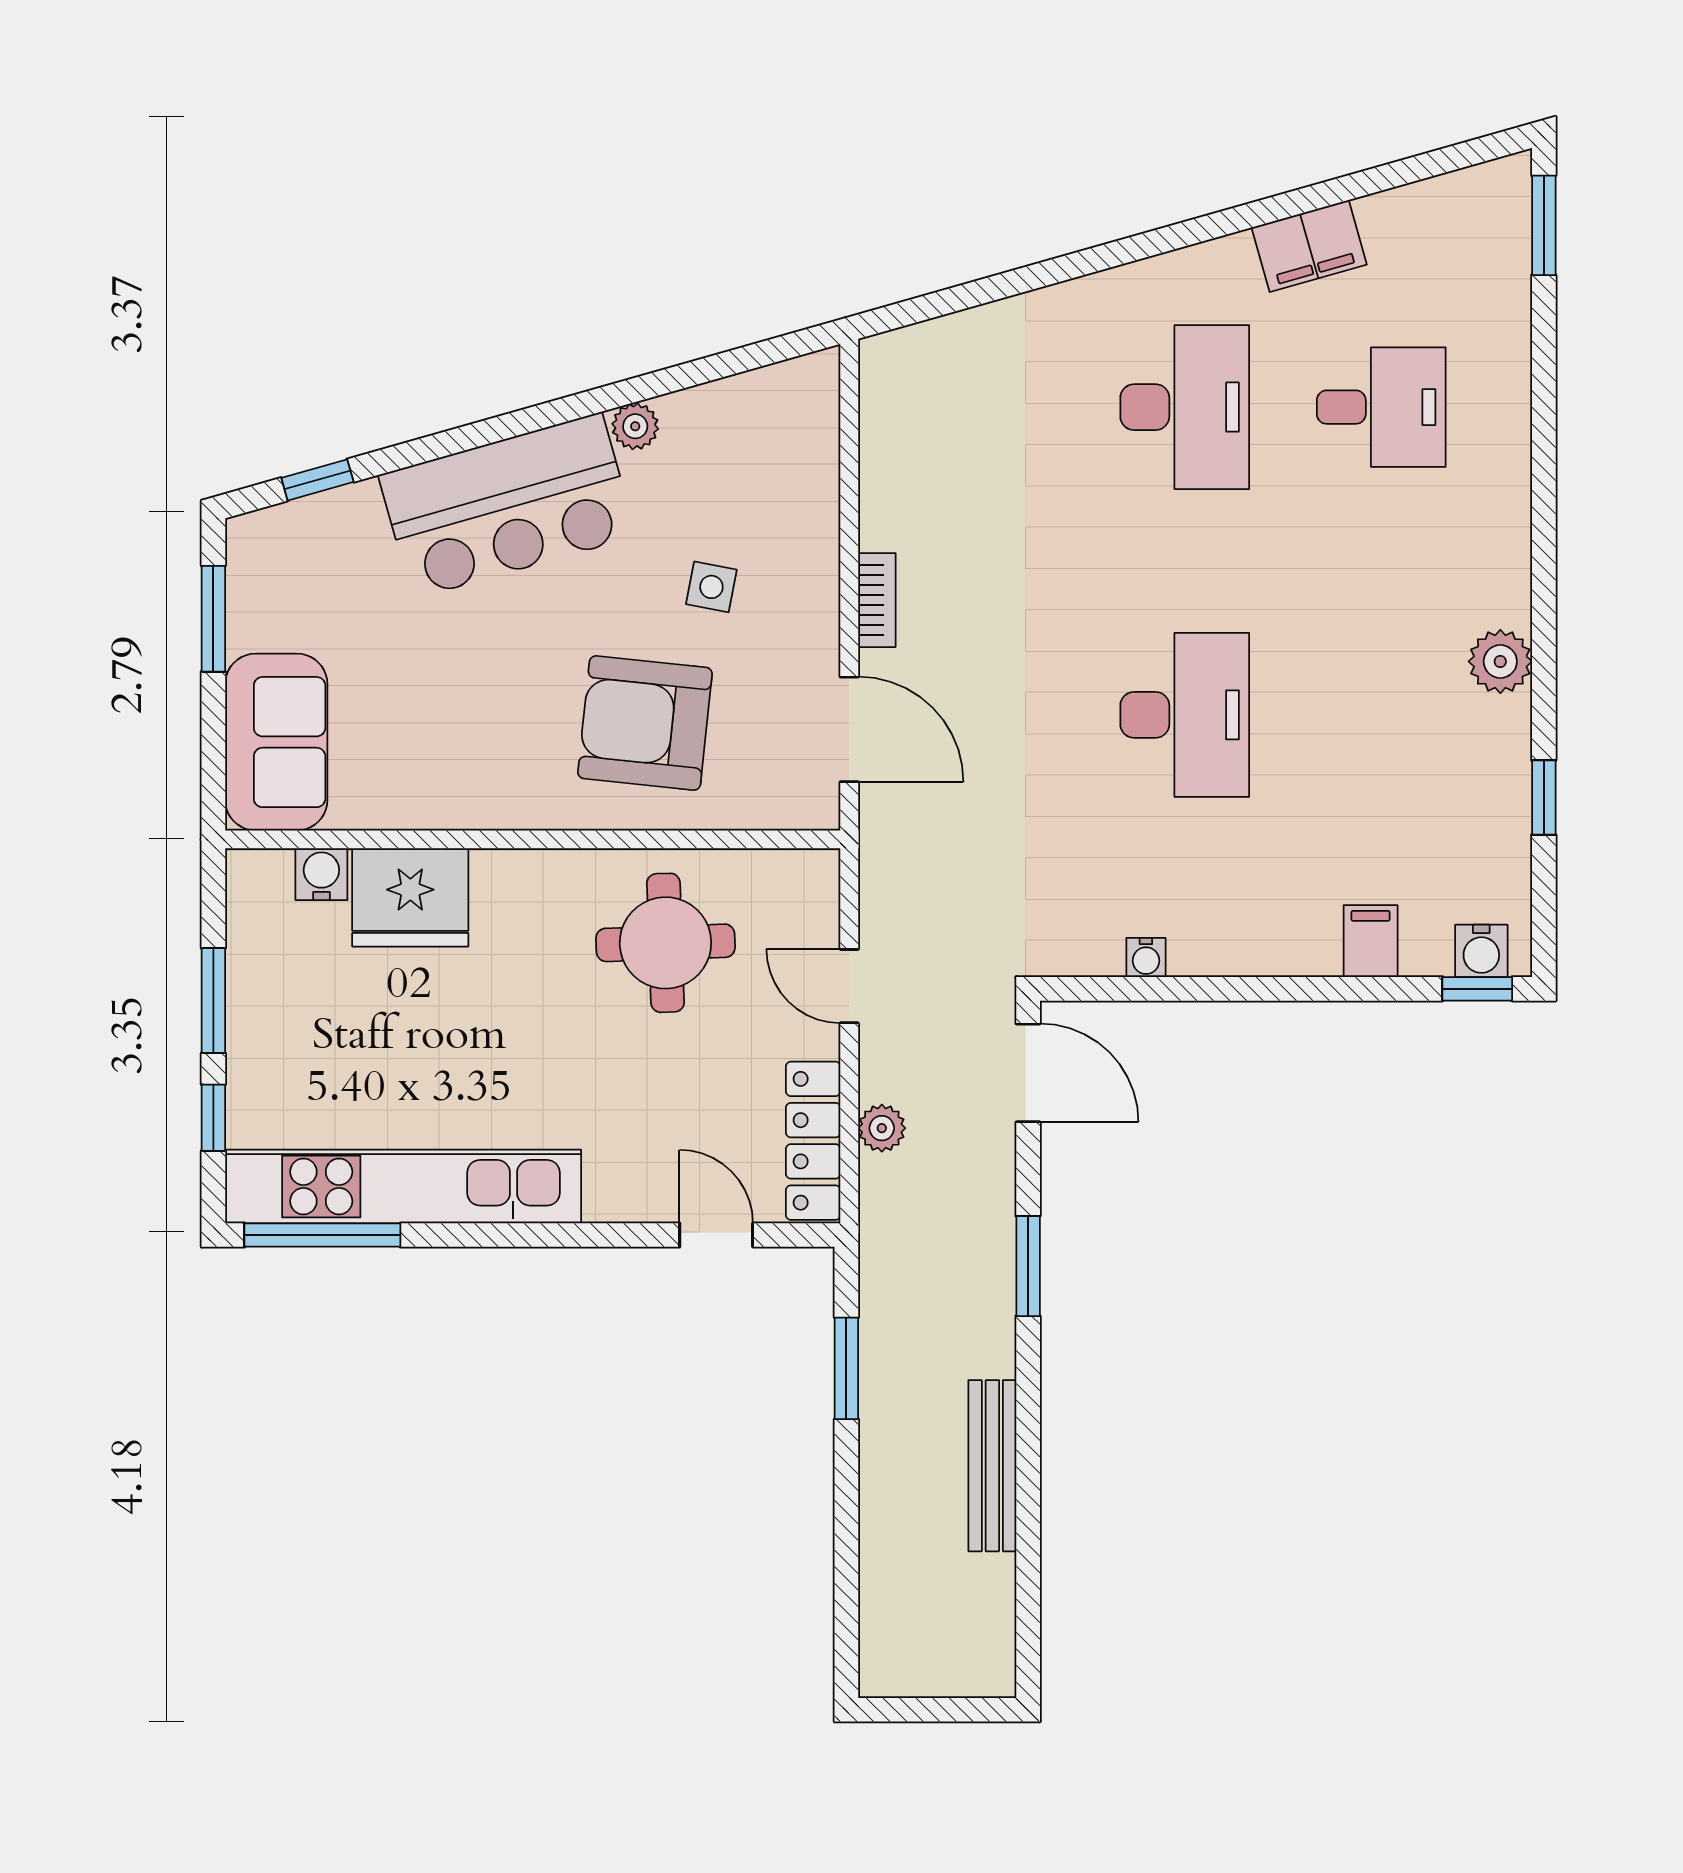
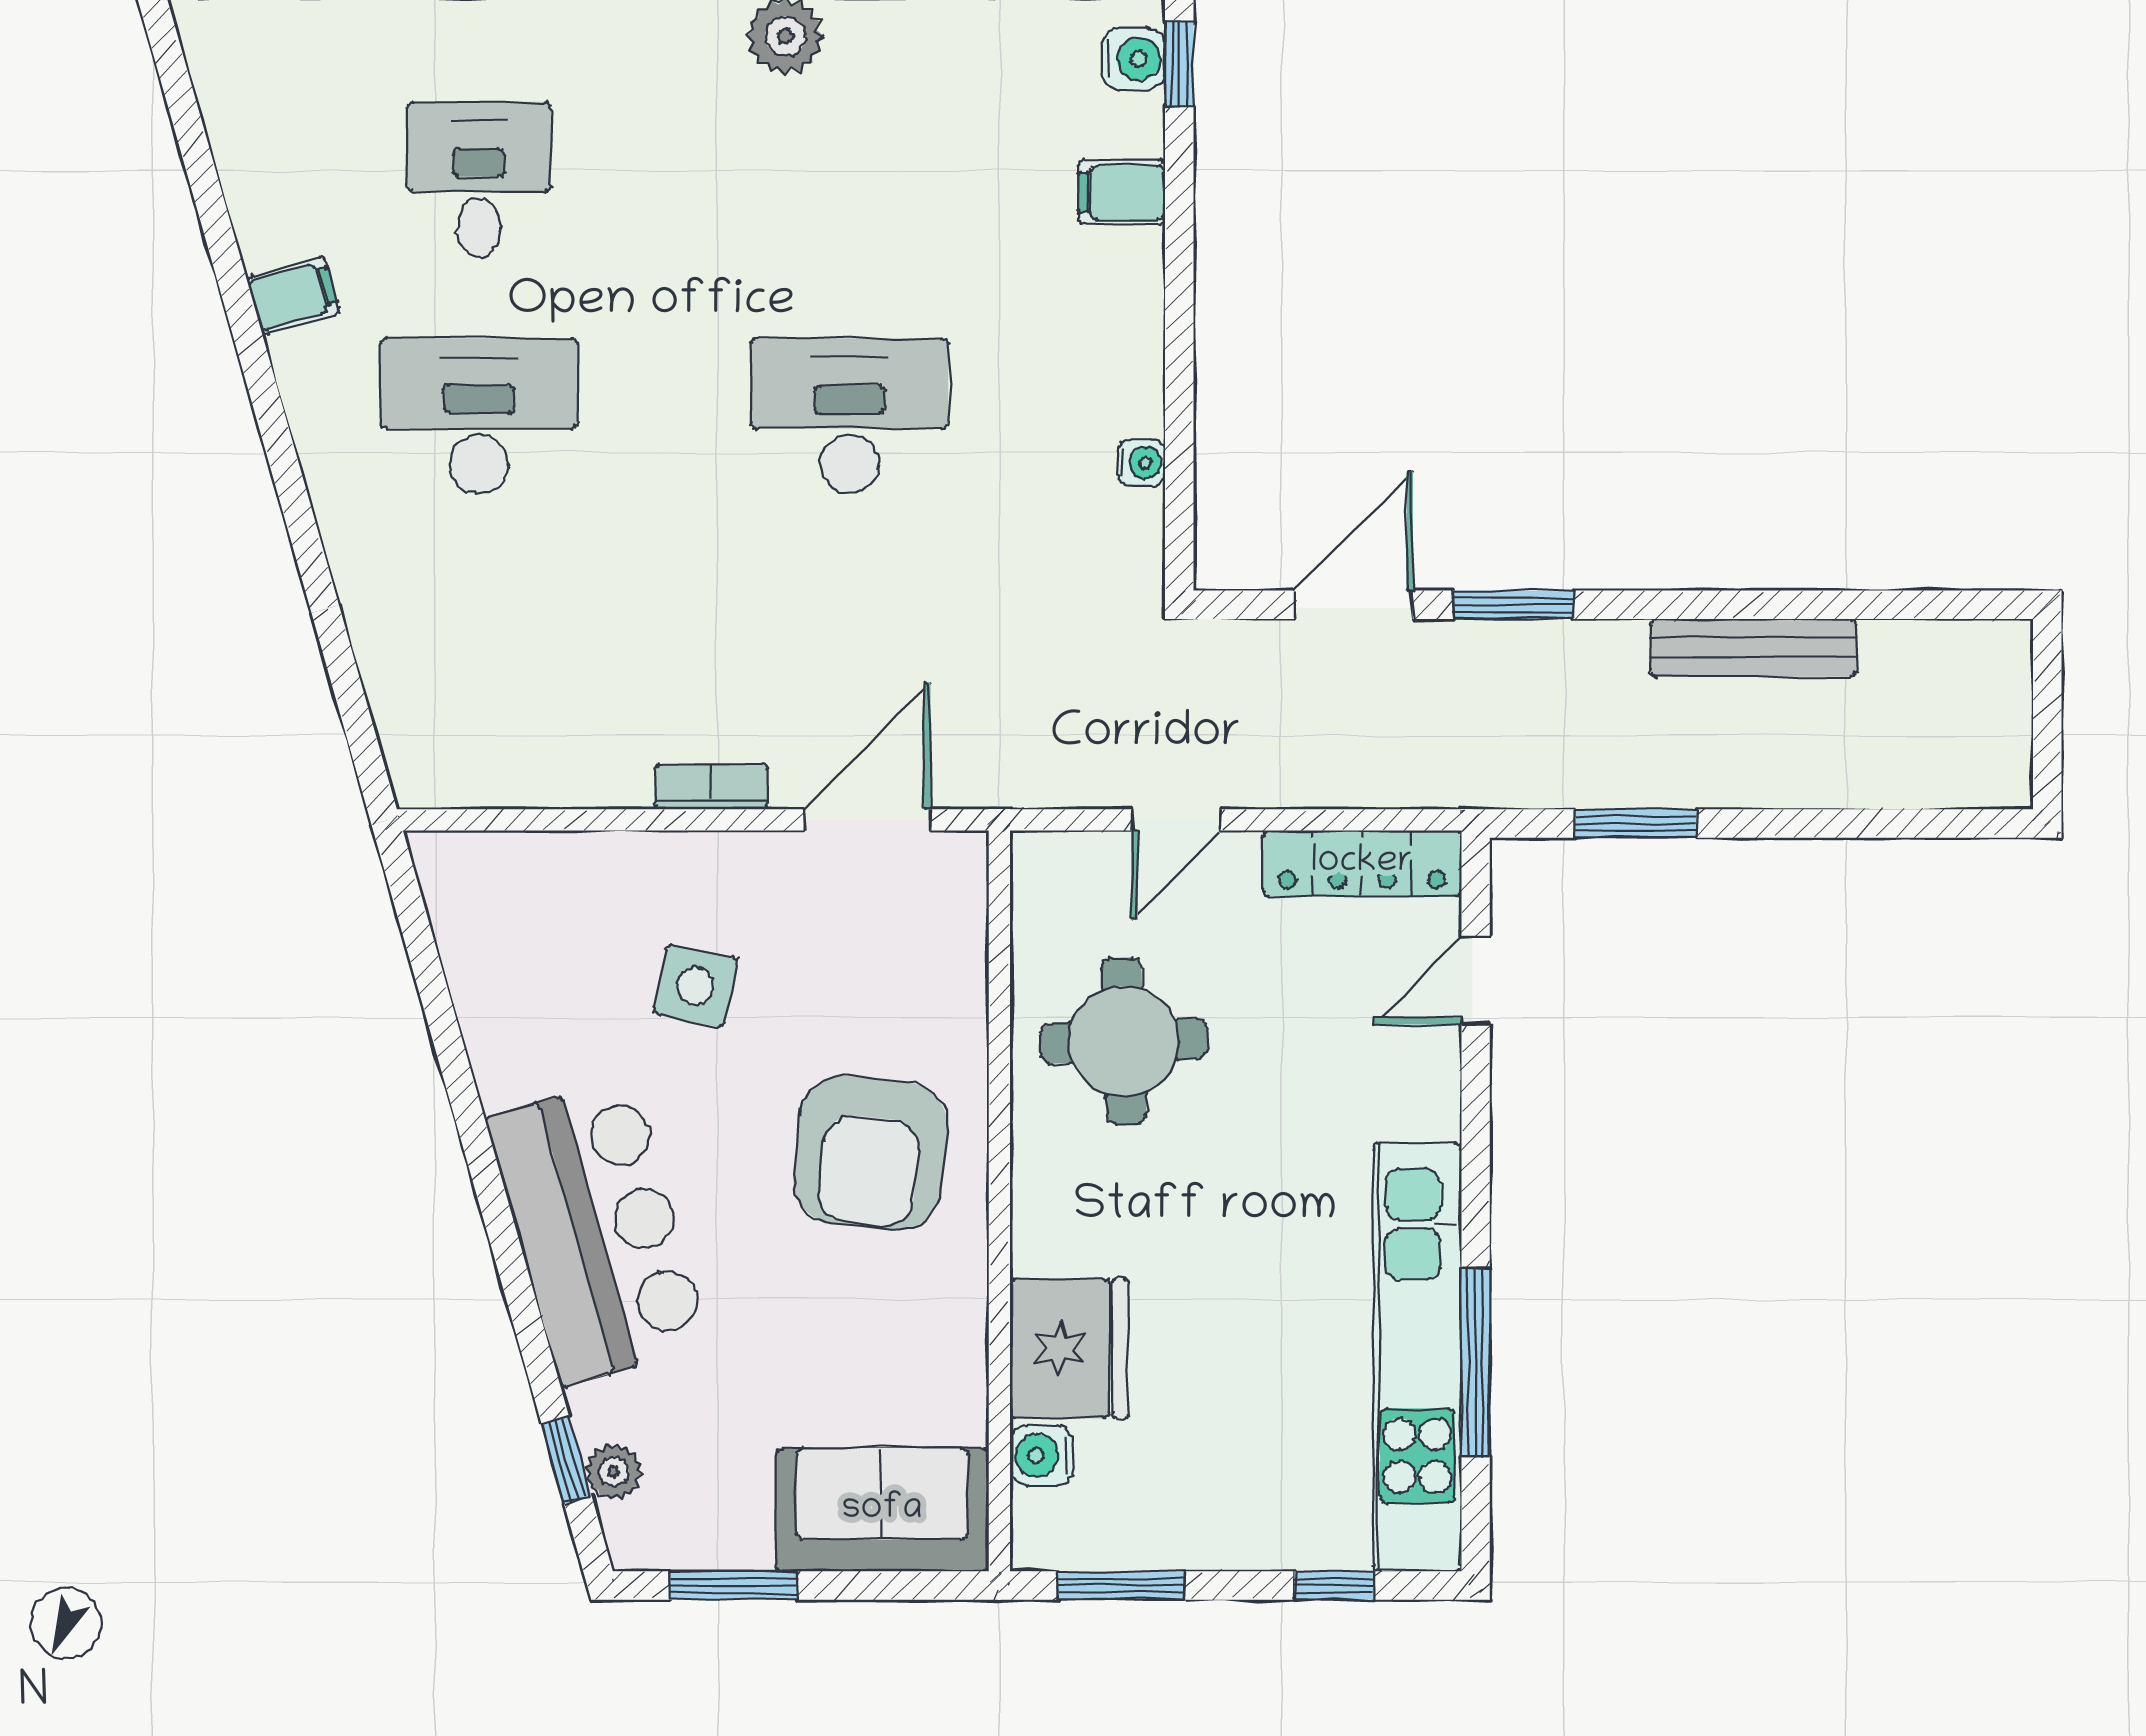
filing cabinet: (1309, 246) -> (293, 296), width x0.50
plant: (635, 426) -> (614, 1472), moved
side table: (711, 587) -> (695, 986), width x1.37, depth x1.37
armchair: (645, 723) -> (870, 1153), moved
window: (213, 1001) -> (1121, 1585), moved
door: (1028, 1073) -> (1353, 605), moved
plant: (882, 1128) -> (1347, 781), removed
window: (322, 1235) -> (1476, 1362), moved

